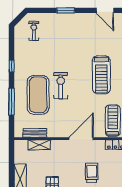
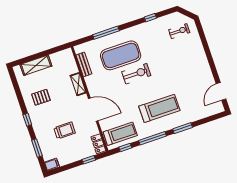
window: (66, 10) -> (209, 55), removed
window: (12, 66) -> (150, 18), moved
treadmill: (101, 75) -> (159, 108), turned 180
shelving: (39, 145) -> (78, 84), moved

